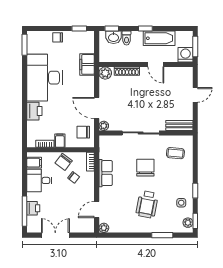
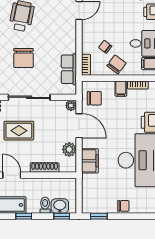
filing cabinet: (87, 64) -> (90, 161), moved
plant: (105, 73) -> (69, 149), moved
rug: (150, 104) -> (19, 131), added
row of seats: (106, 173) -> (69, 69), moved

